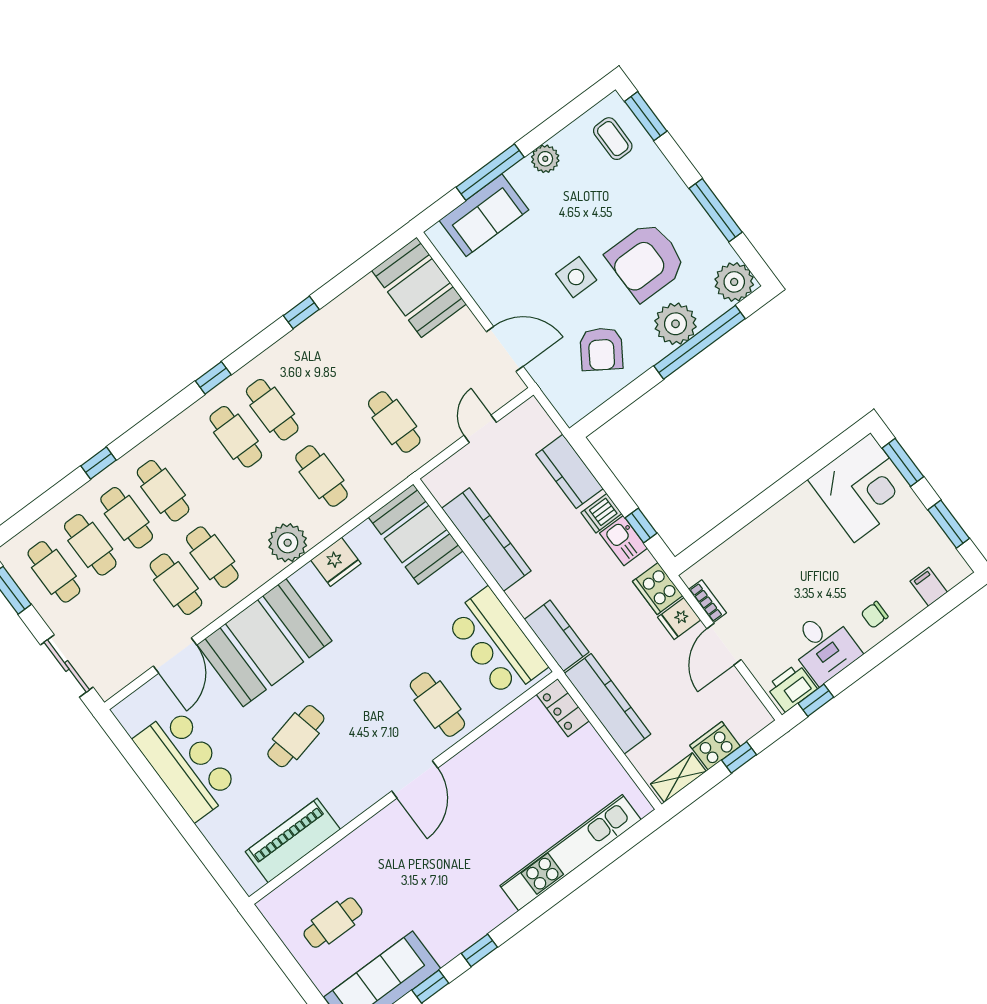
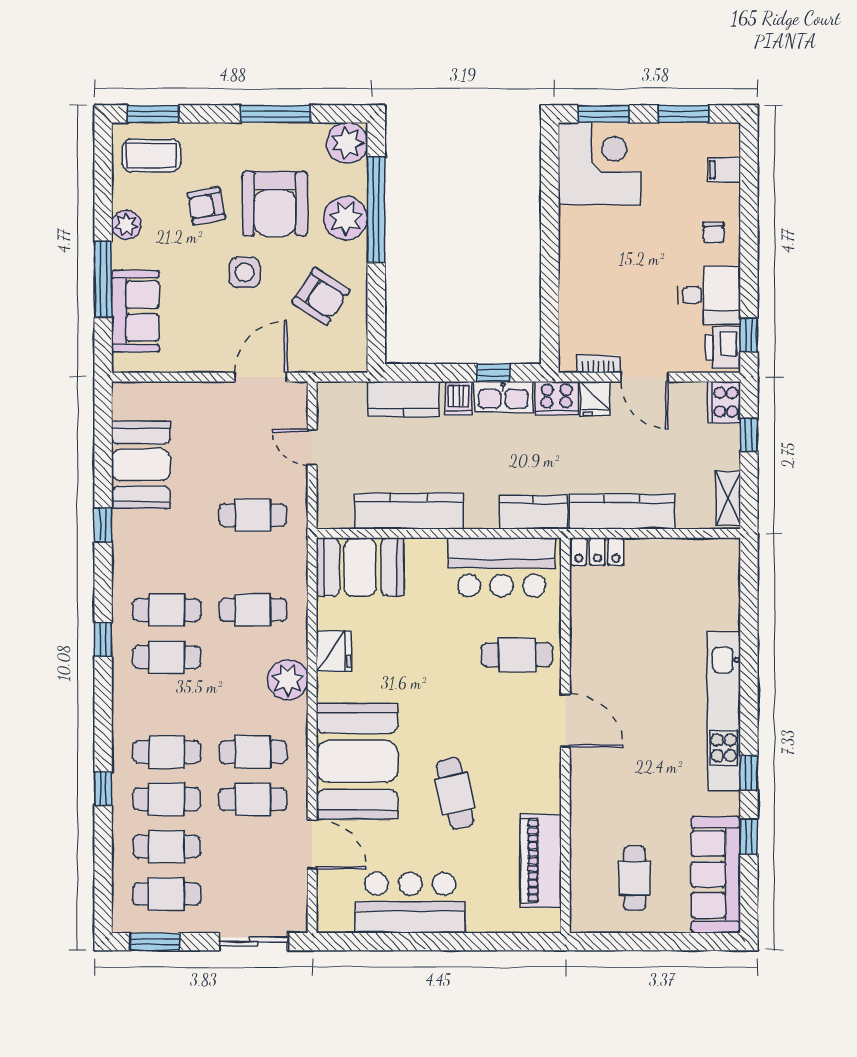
coffee table: (613, 139) -> (151, 156), width x1.36, depth x1.30
armchair: (605, 209) -> (206, 206), added
booth: (419, 287) -> (141, 465), moved, turned 90
kitchen sink: (624, 541) -> (503, 397), width x1.38
cooker: (715, 746) -> (724, 402), moved
kitchen unit: (571, 853) -> (724, 711), moved

